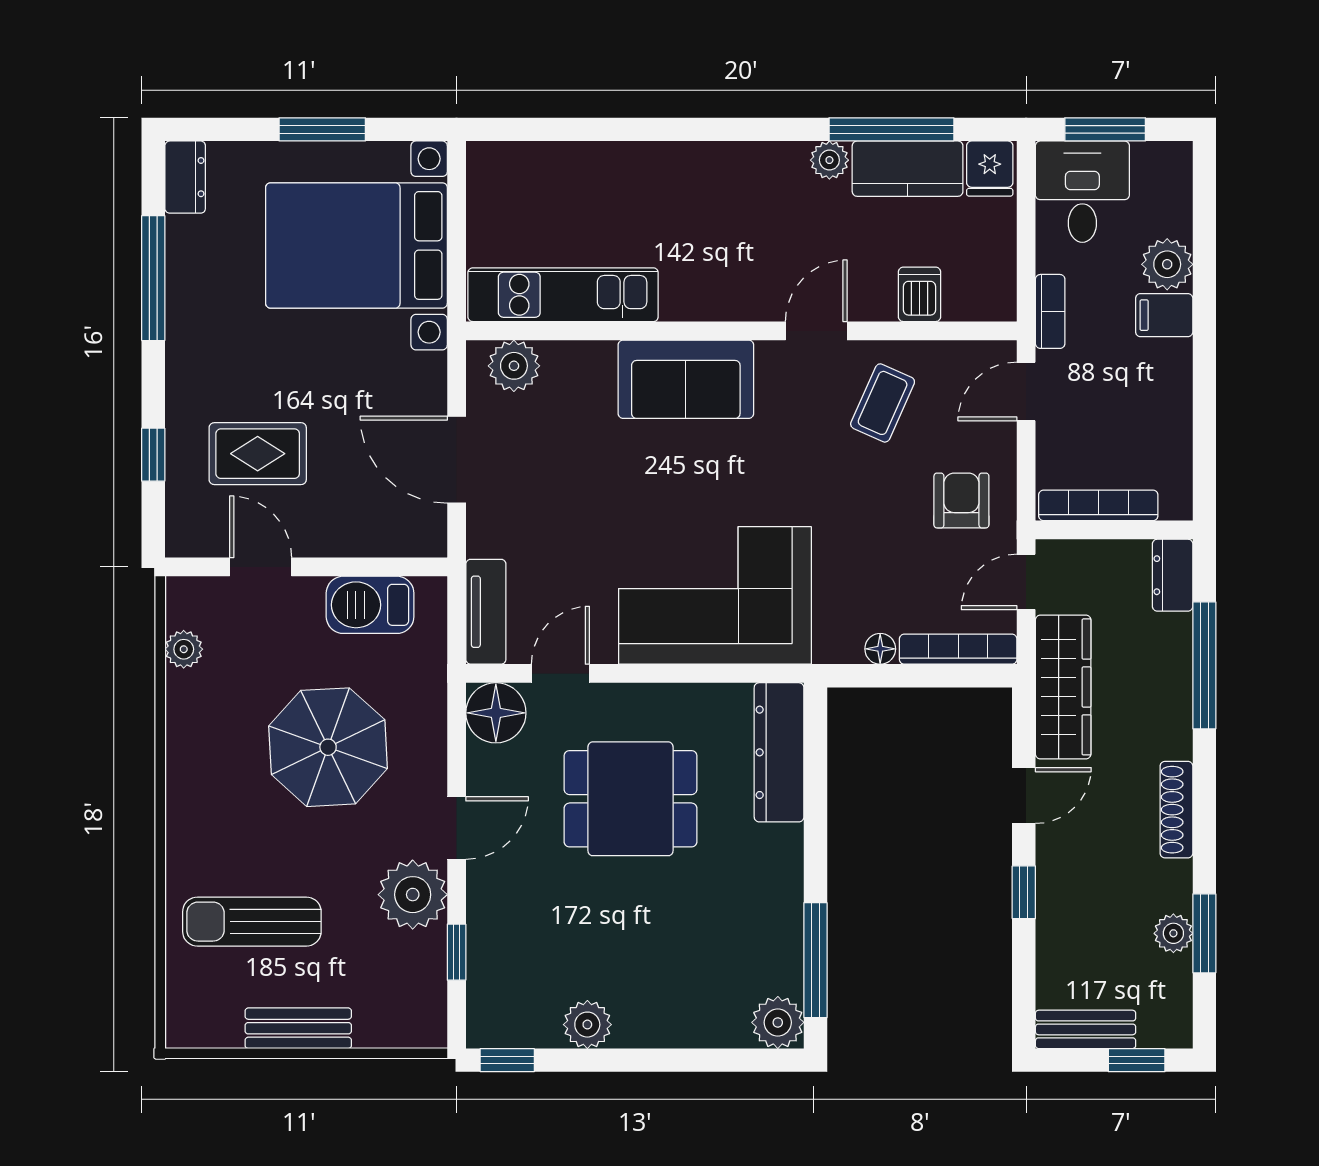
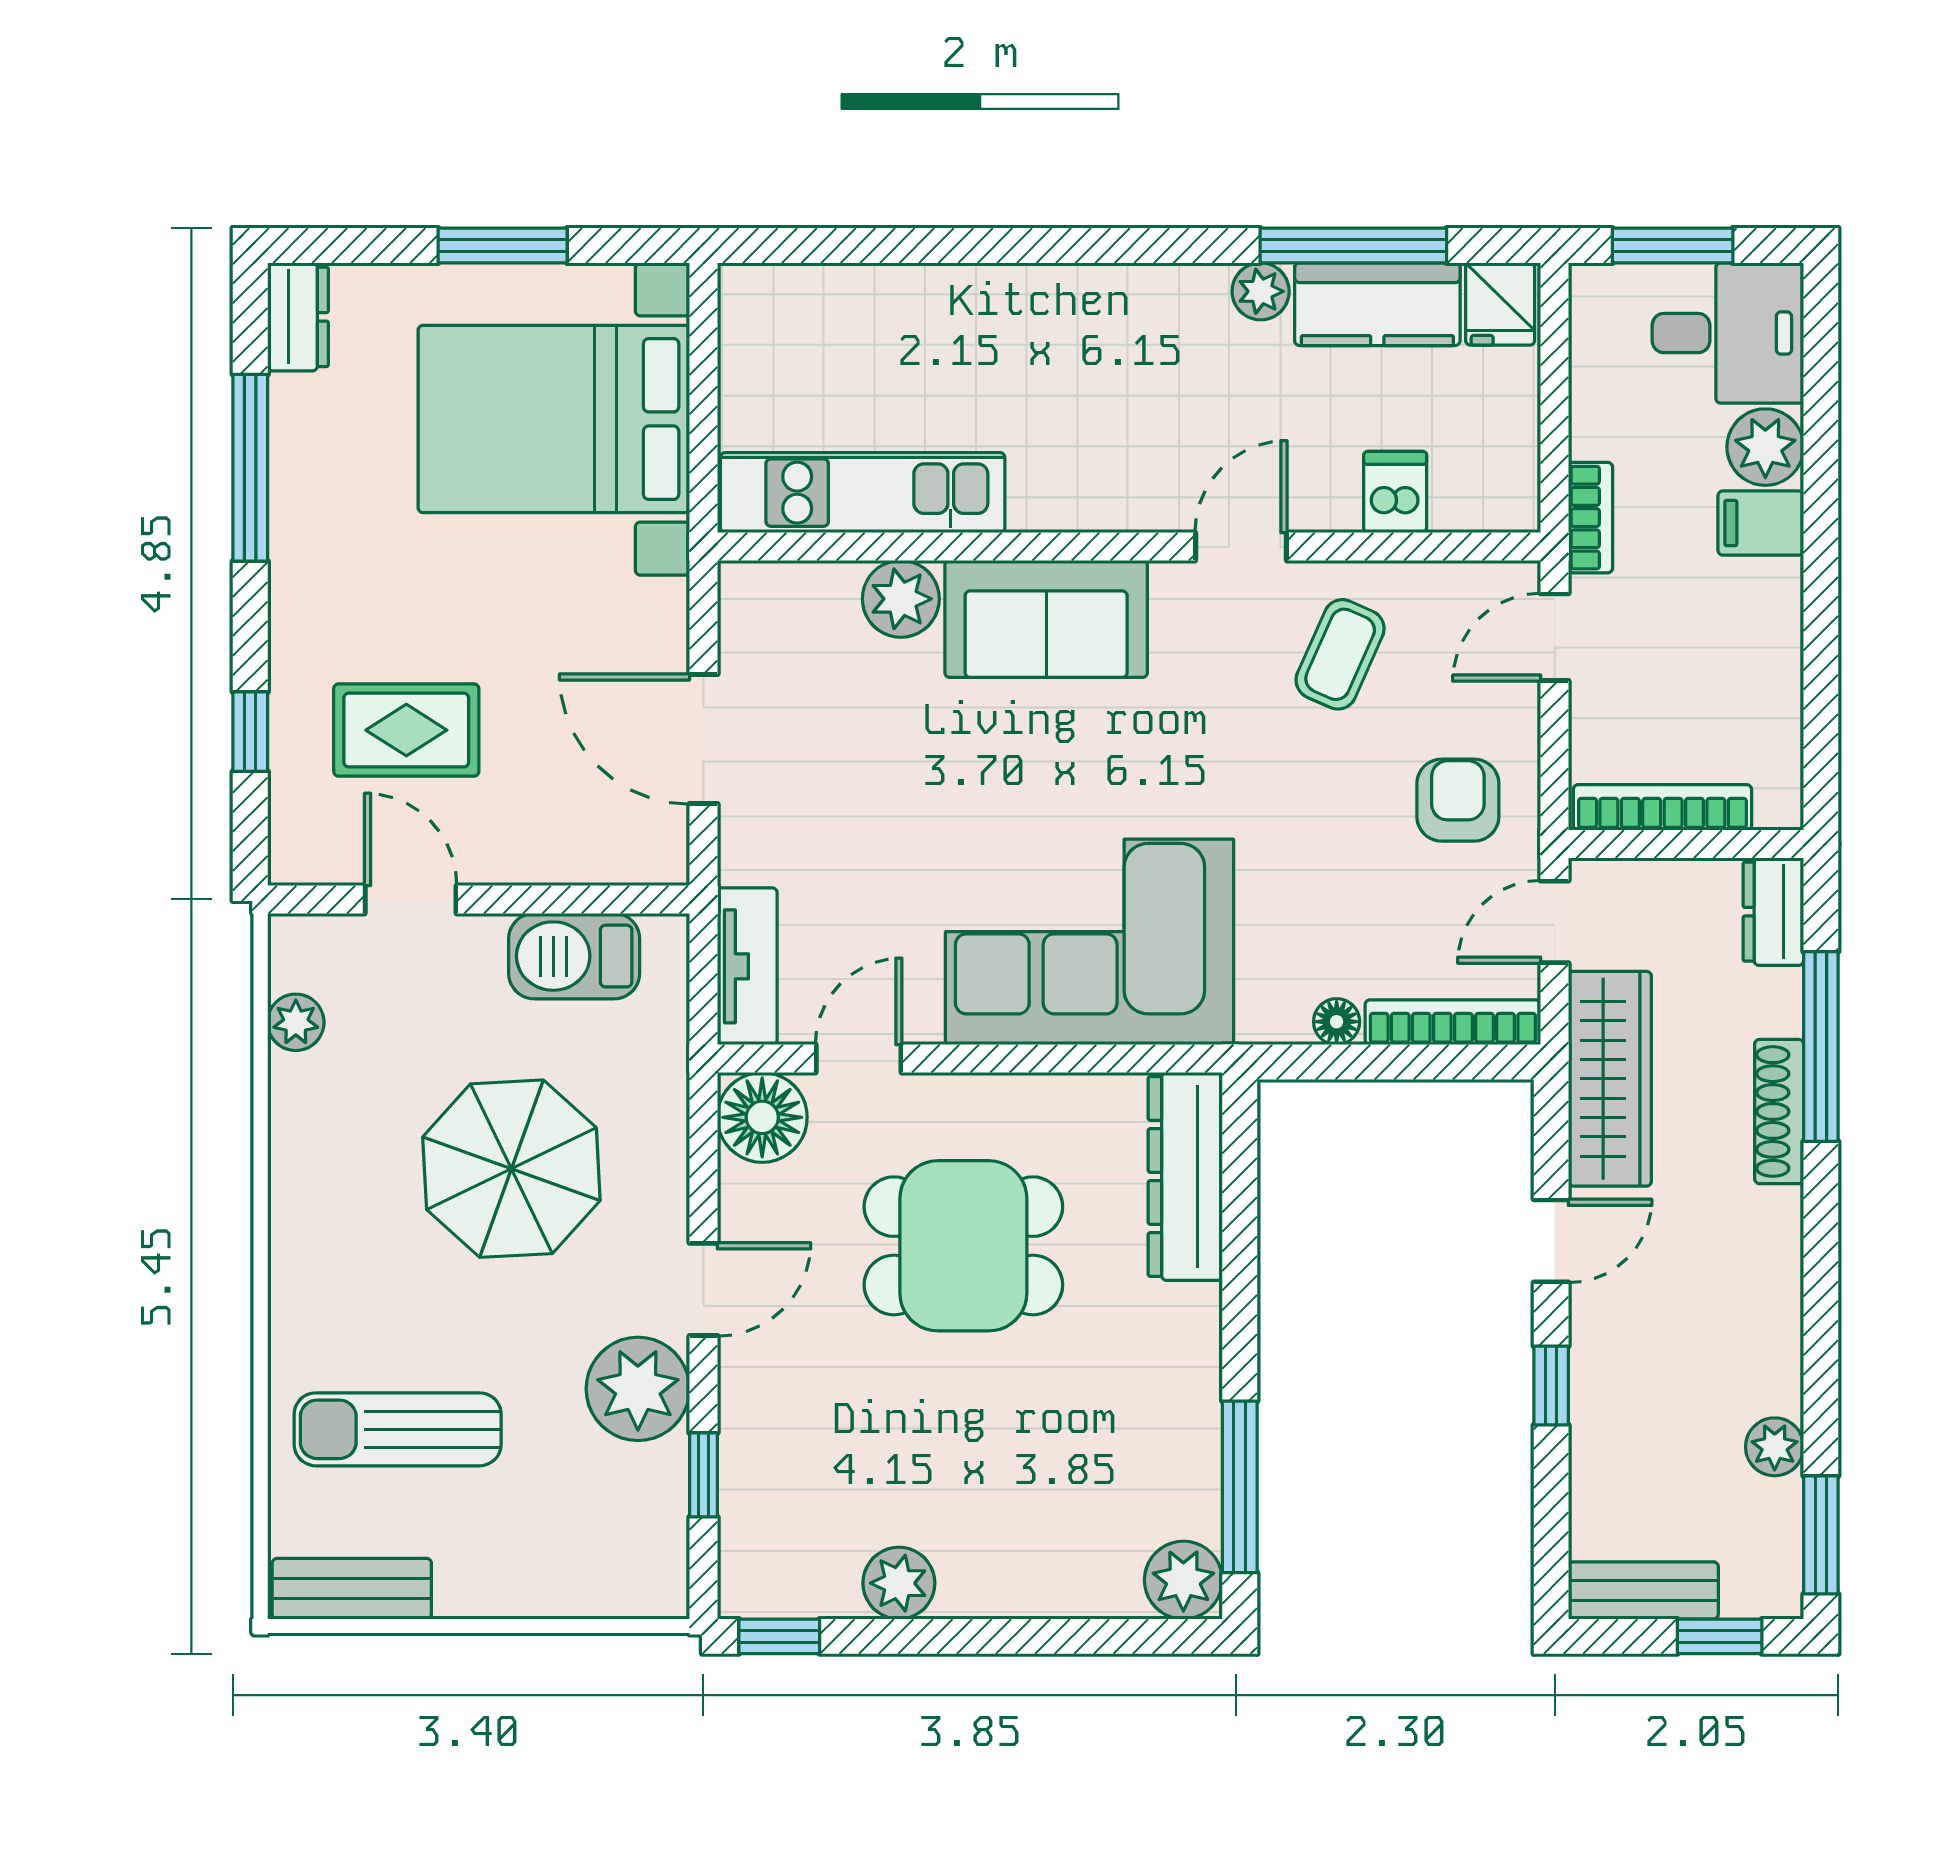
desk: (1082, 192) -> (1728, 333), moved, turned 90
plant: (514, 366) -> (901, 599), moved
shoe rack: (1176, 810) -> (1779, 1112), moved
window: (1204, 933) -> (1821, 1535), moved
bench: (298, 1028) -> (352, 1589), moved

